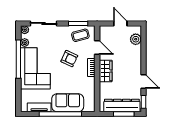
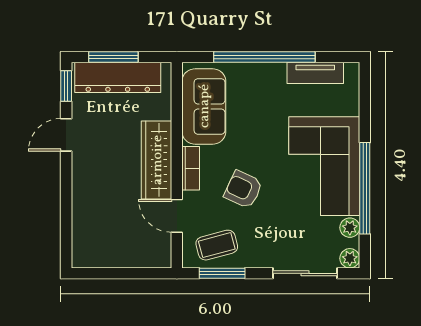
door: (120, 23) -> (121, 273), removed
plant: (136, 39) -> (85, 236), removed
wardrobe: (106, 71) -> (157, 160), width x1.50
door: (144, 81) -> (66, 135), hinge flipped
sofa: (68, 103) -> (204, 106), moved, turned -90

